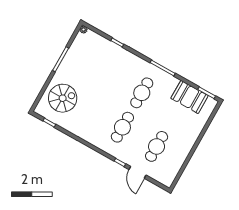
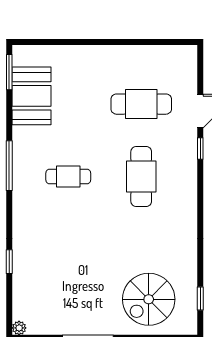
cafe table: (142, 93) -> (68, 177), width x0.73, depth x0.74
spiral stairs: (63, 98) -> (149, 299), turned -90
cafe table: (122, 127) -> (141, 177), turned 90

